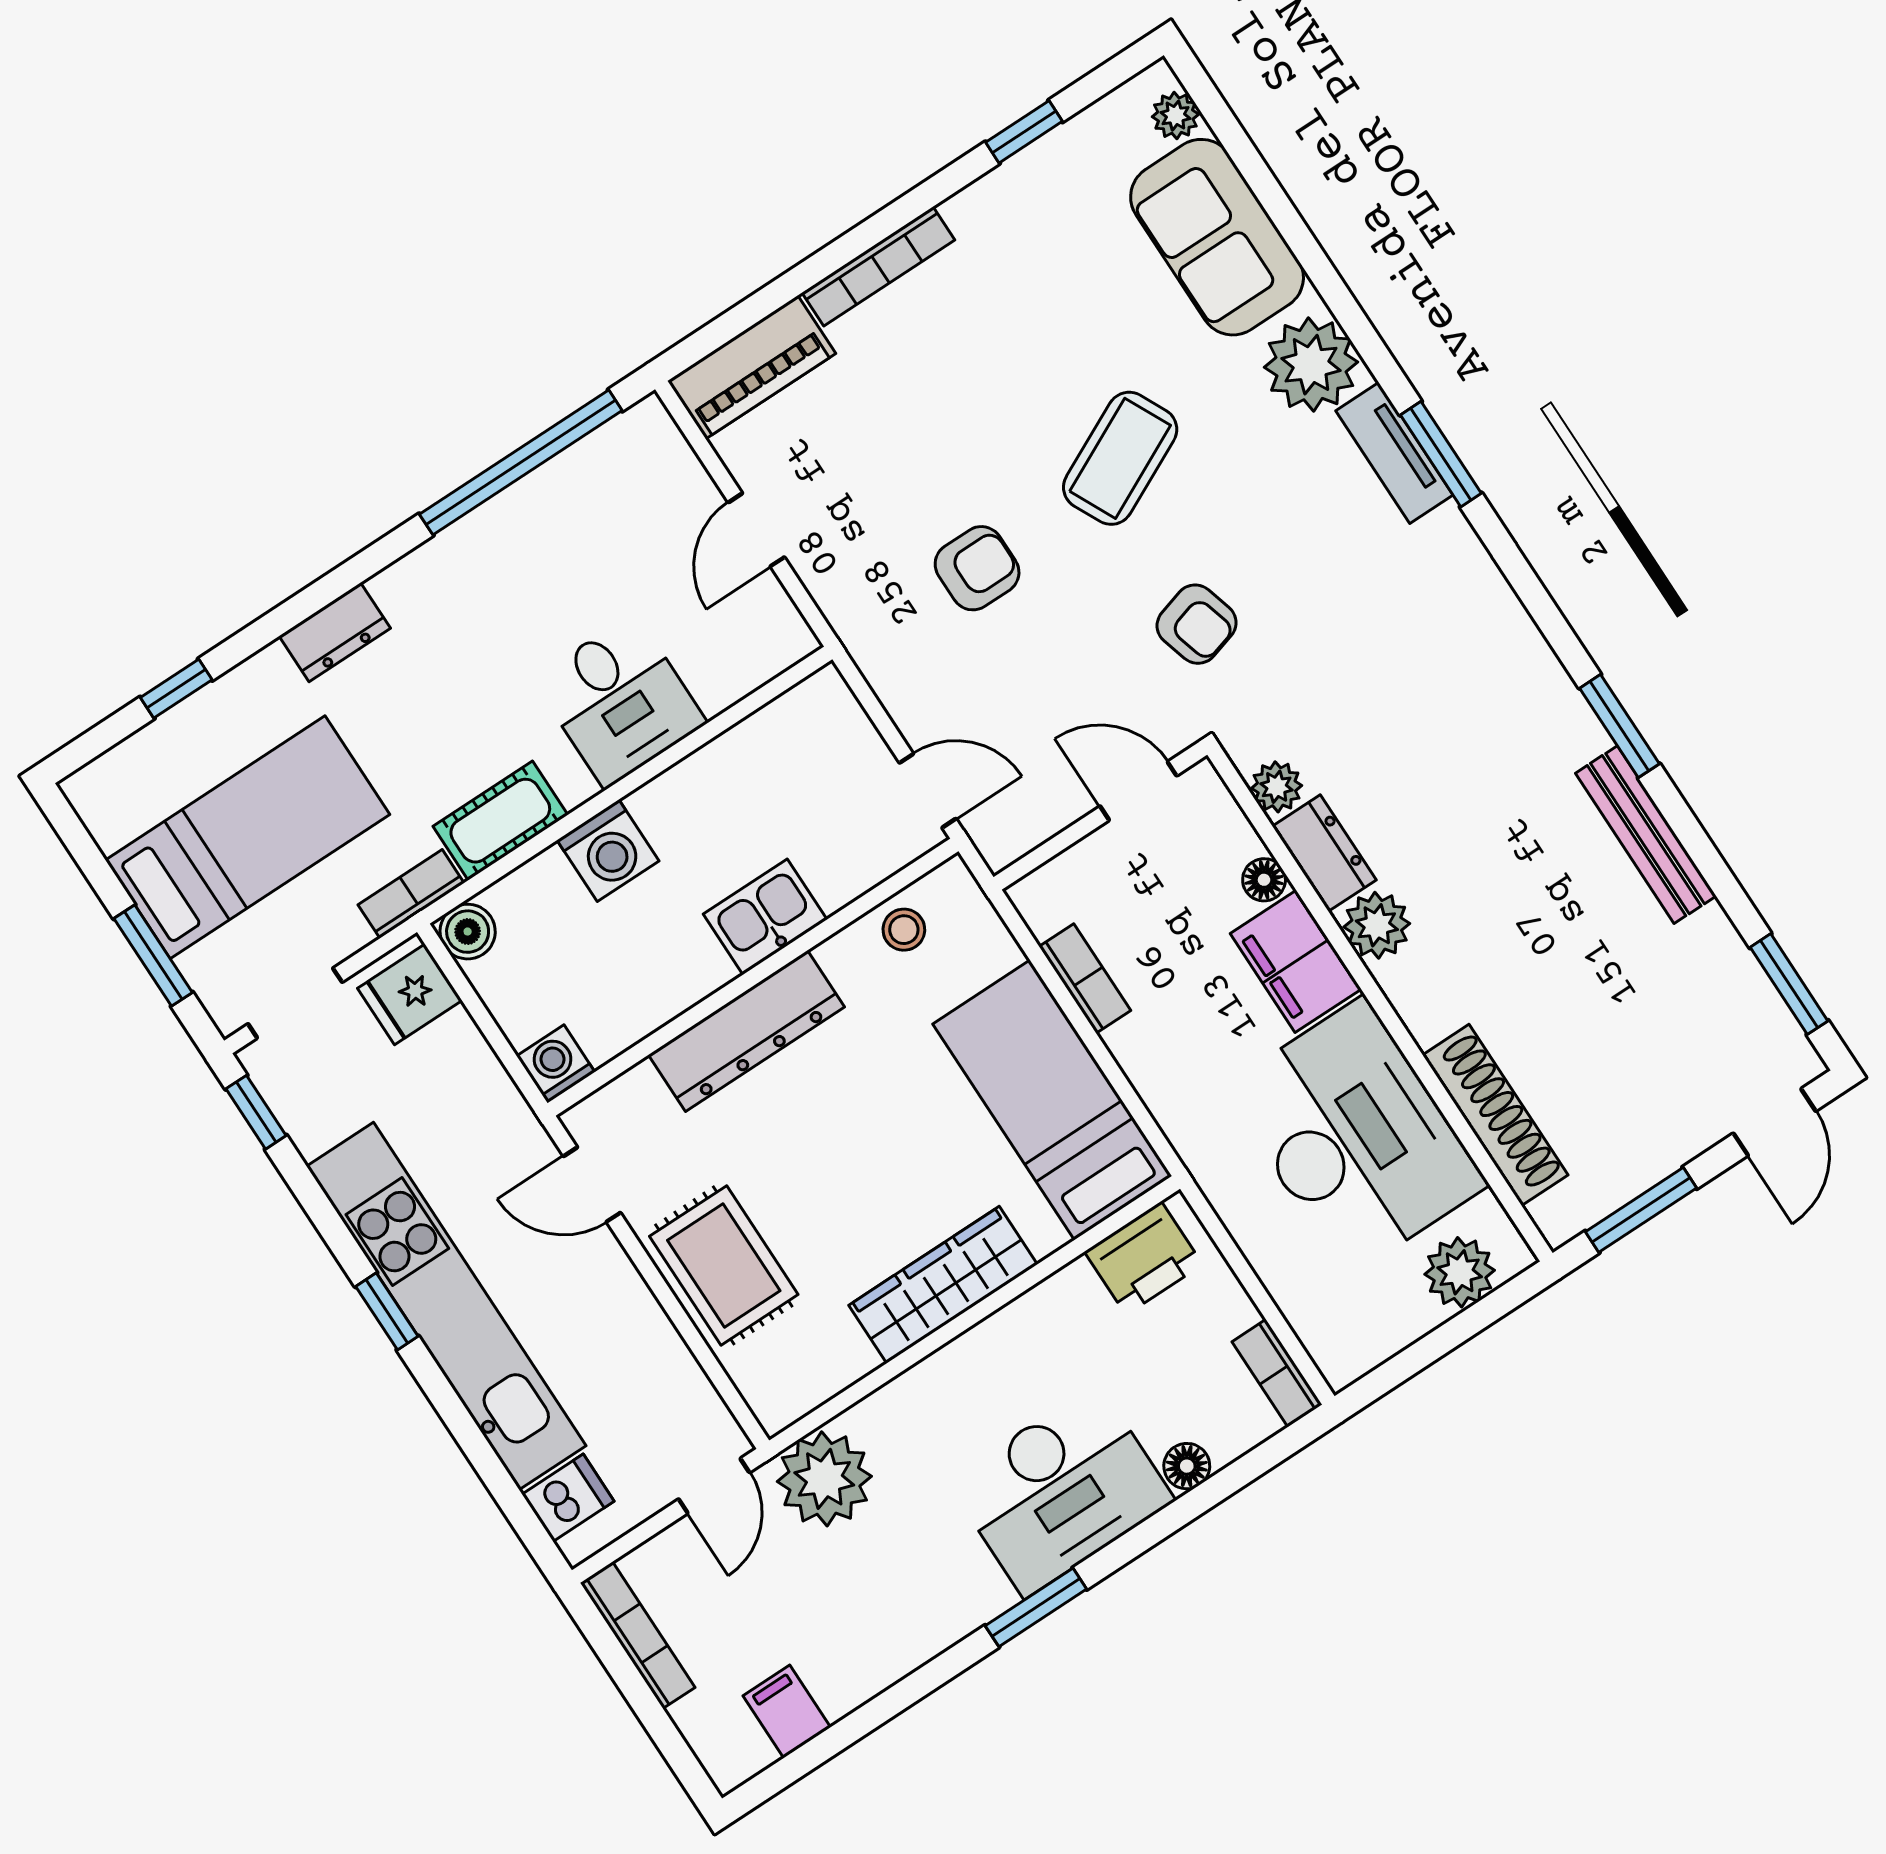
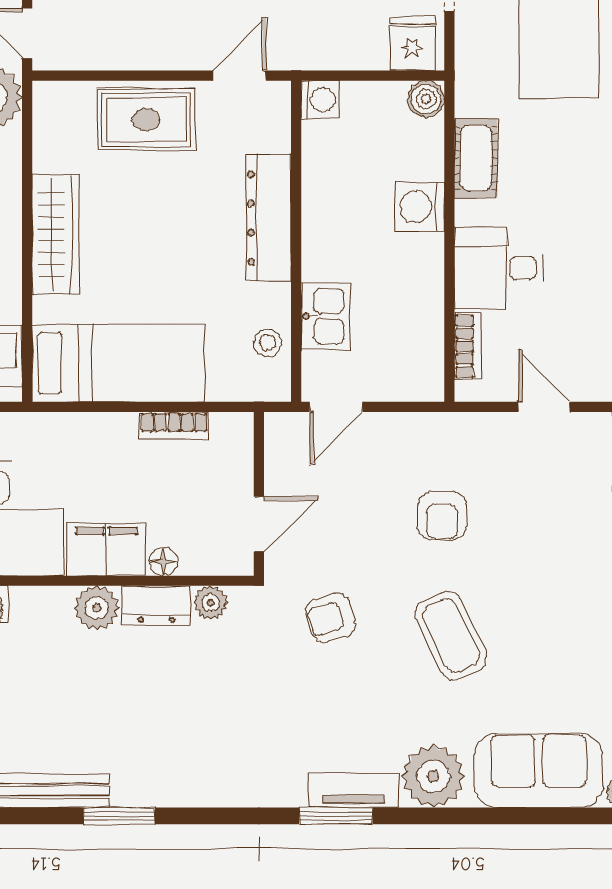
bookcase: (411, 894) -> (468, 346), moved
kitchen sink: (765, 917) -> (325, 316), moved

